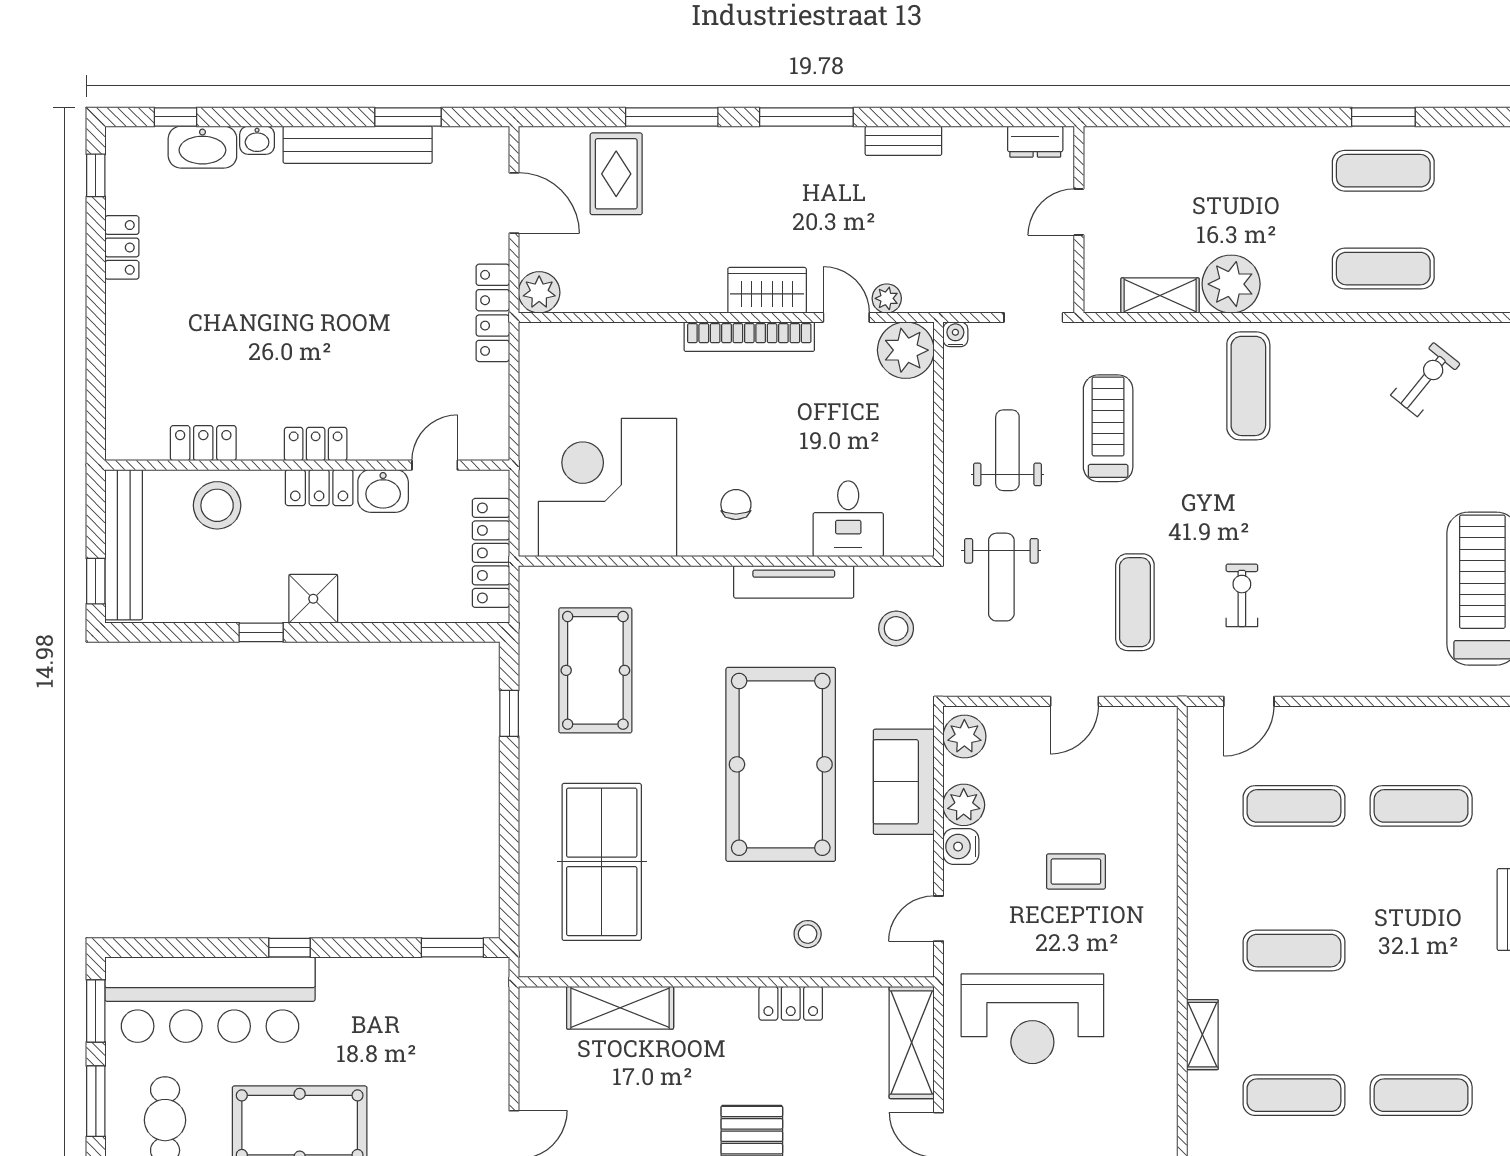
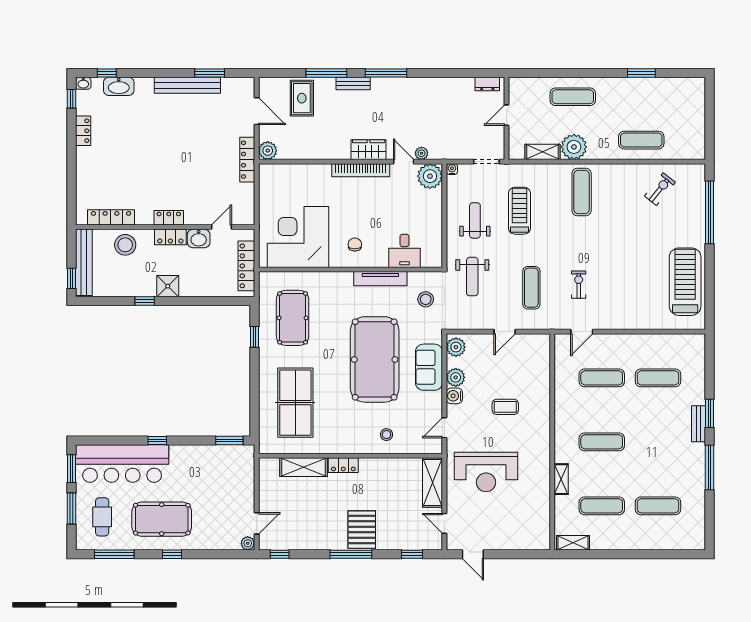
washbasin: (257, 140) -> (83, 83), moved
bench: (903, 141) -> (353, 84), moved
exercise mat: (1383, 171) -> (573, 97), moved
locker: (203, 443) -> (111, 217), width x1.53
locker: (791, 1003) -> (343, 465), moved

